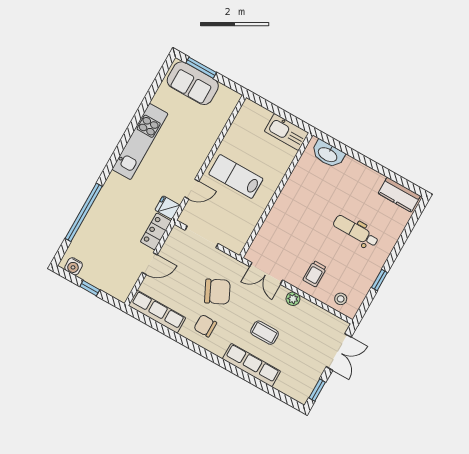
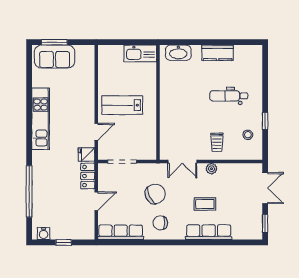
kitchen counter: (399, 195) -> (218, 53), moved
stool: (341, 299) -> (248, 135), moved

